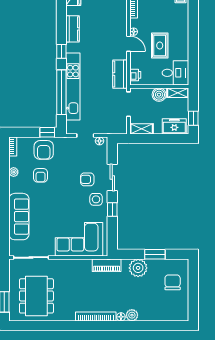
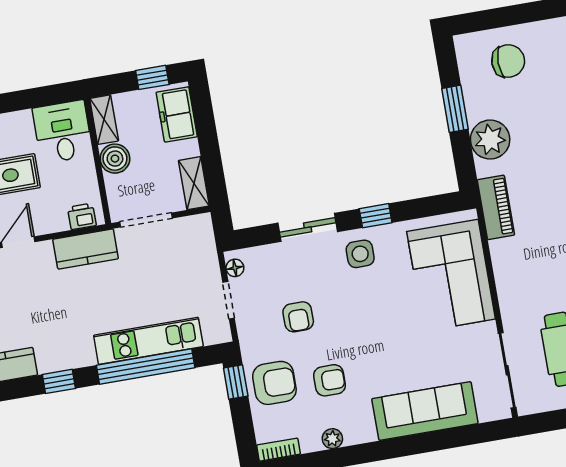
kitchen unit: (73, 87) -> (148, 341), width x0.73
armchair: (87, 179) -> (298, 317), moved
chair: (173, 282) -> (508, 61), turned 180

